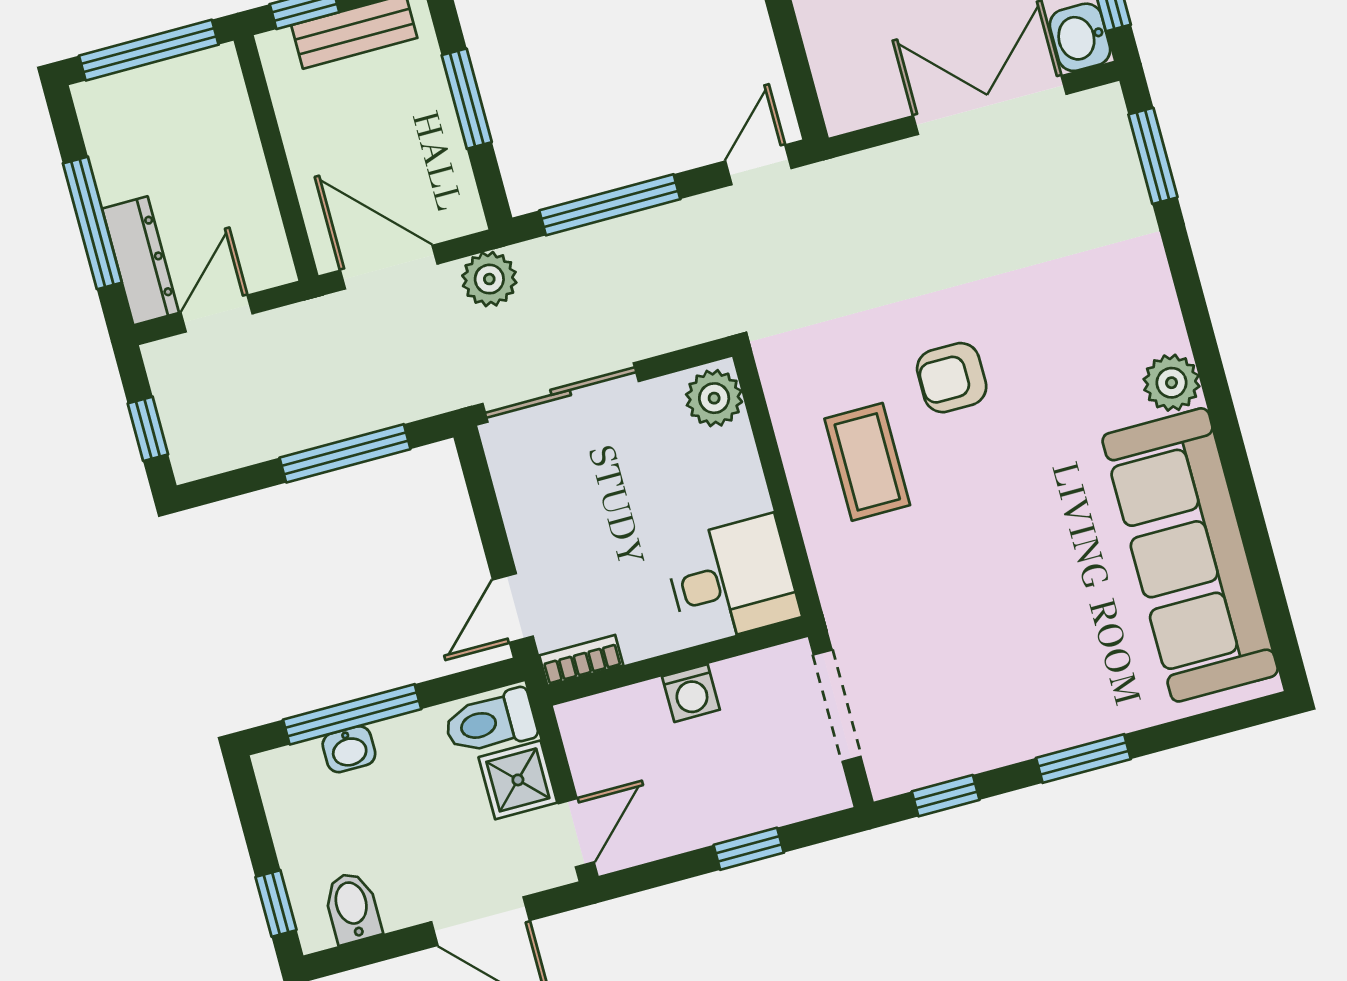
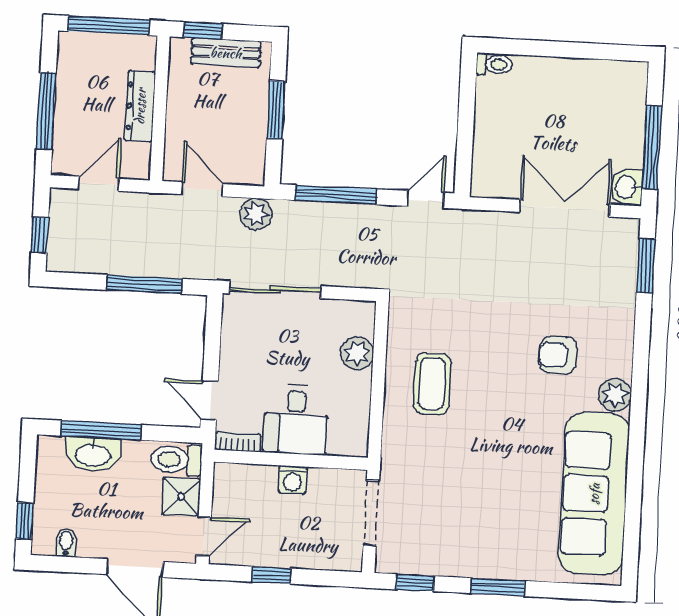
dresser: (140, 261) -> (140, 106), moved, turned 180
door: (389, 267) -> (202, 189), width x0.73
armchair: (952, 378) -> (558, 355), moved
plant: (714, 398) -> (357, 353), moved
desk: (732, 580) -> (296, 420), moved, turned 90
door: (513, 608) -> (209, 400), hinge flipped
washbasin: (349, 749) -> (93, 454), width x1.91, depth x1.45
window: (749, 849) -> (271, 575), moved
bidet: (352, 908) -> (66, 542), width x0.72, depth x0.74

